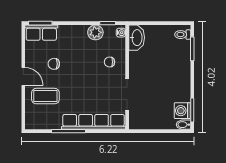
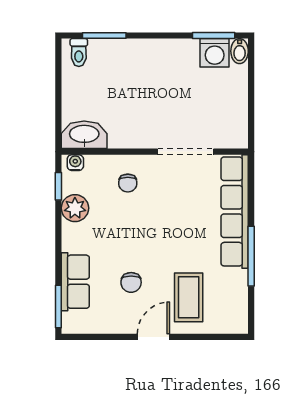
row of seats: (41, 33) -> (75, 282), moved

